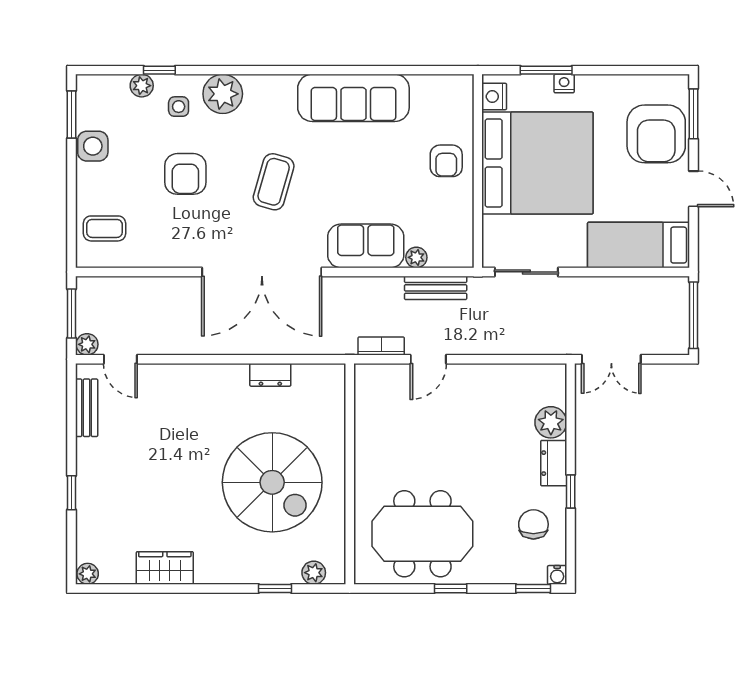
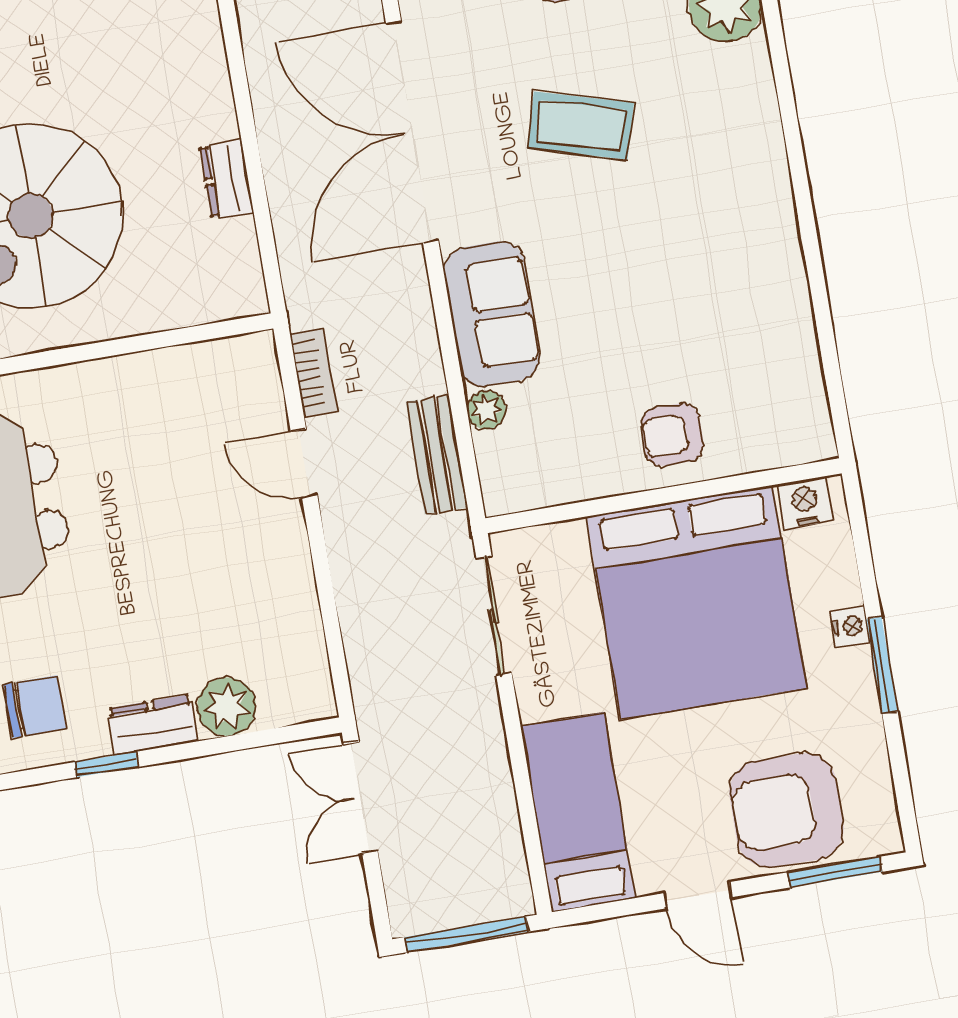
window: (546, 70) -> (882, 665), moved
sofa: (353, 98) -> (759, 246), removed
door: (693, 189) -> (698, 895), hinge flipped

